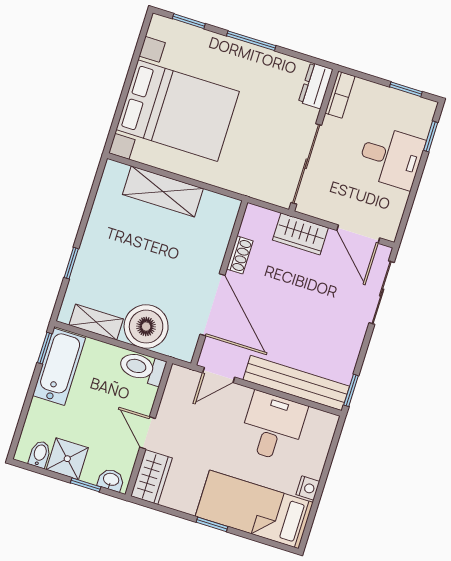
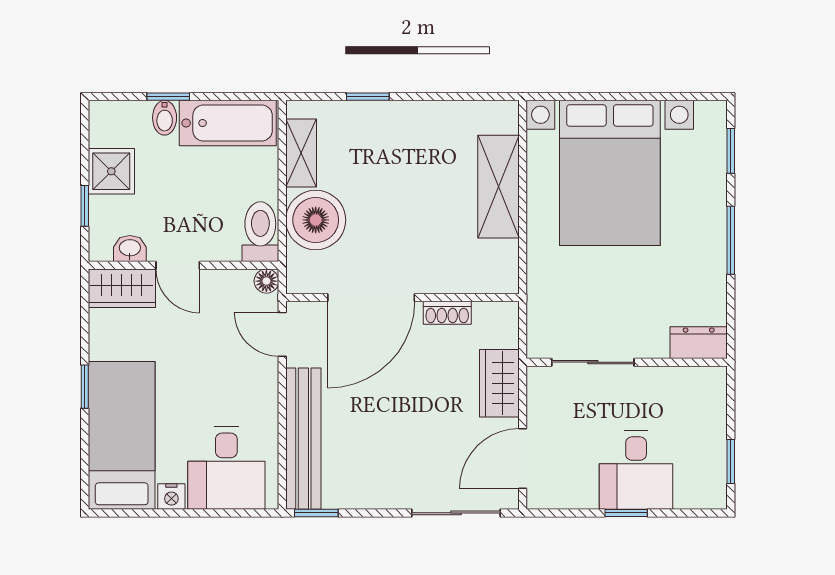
bookcase: (340, 95) -> (697, 378), removed
window: (431, 136) -> (626, 513), moved
sliding door: (306, 164) -> (593, 362), width x0.73
window: (45, 348) -> (168, 97), moved
floor lamp: (178, 374) -> (266, 281), added
desk: (273, 427) -> (226, 468), moved, turned 90
door: (148, 433) -> (178, 265), swing flipped
bidet: (40, 454) -> (165, 118), moved, turned 90
washbasin: (111, 480) -> (130, 249), moved, turned -90

